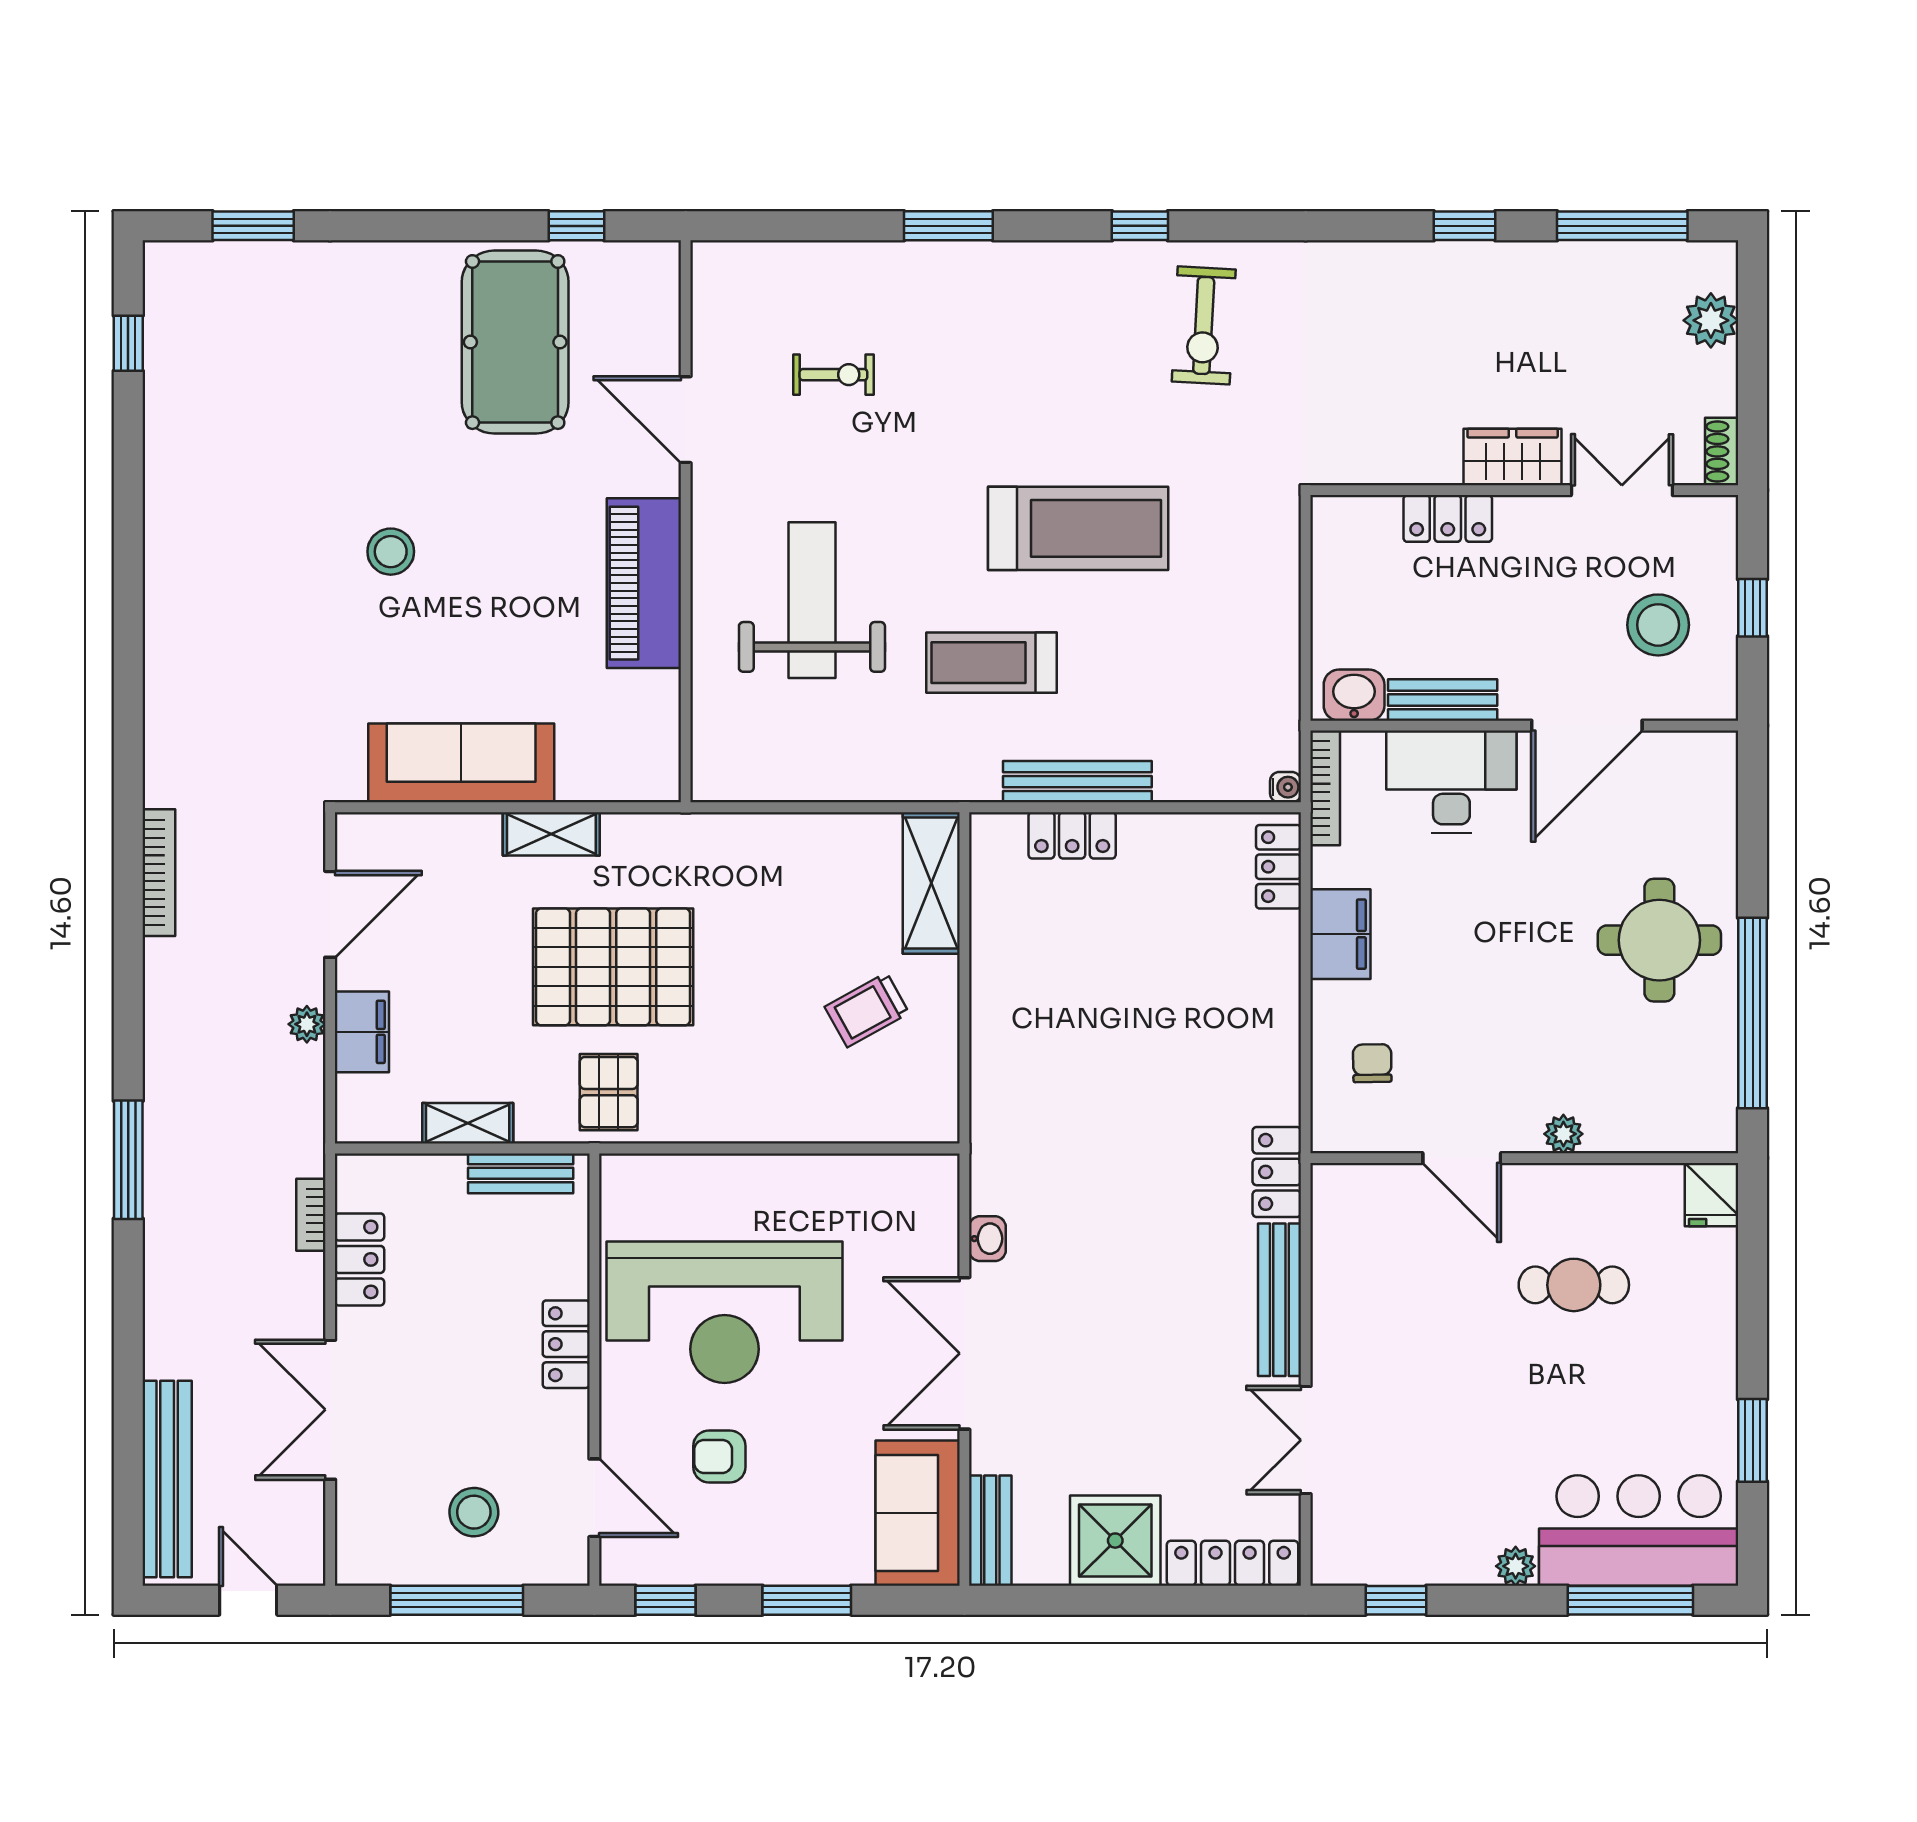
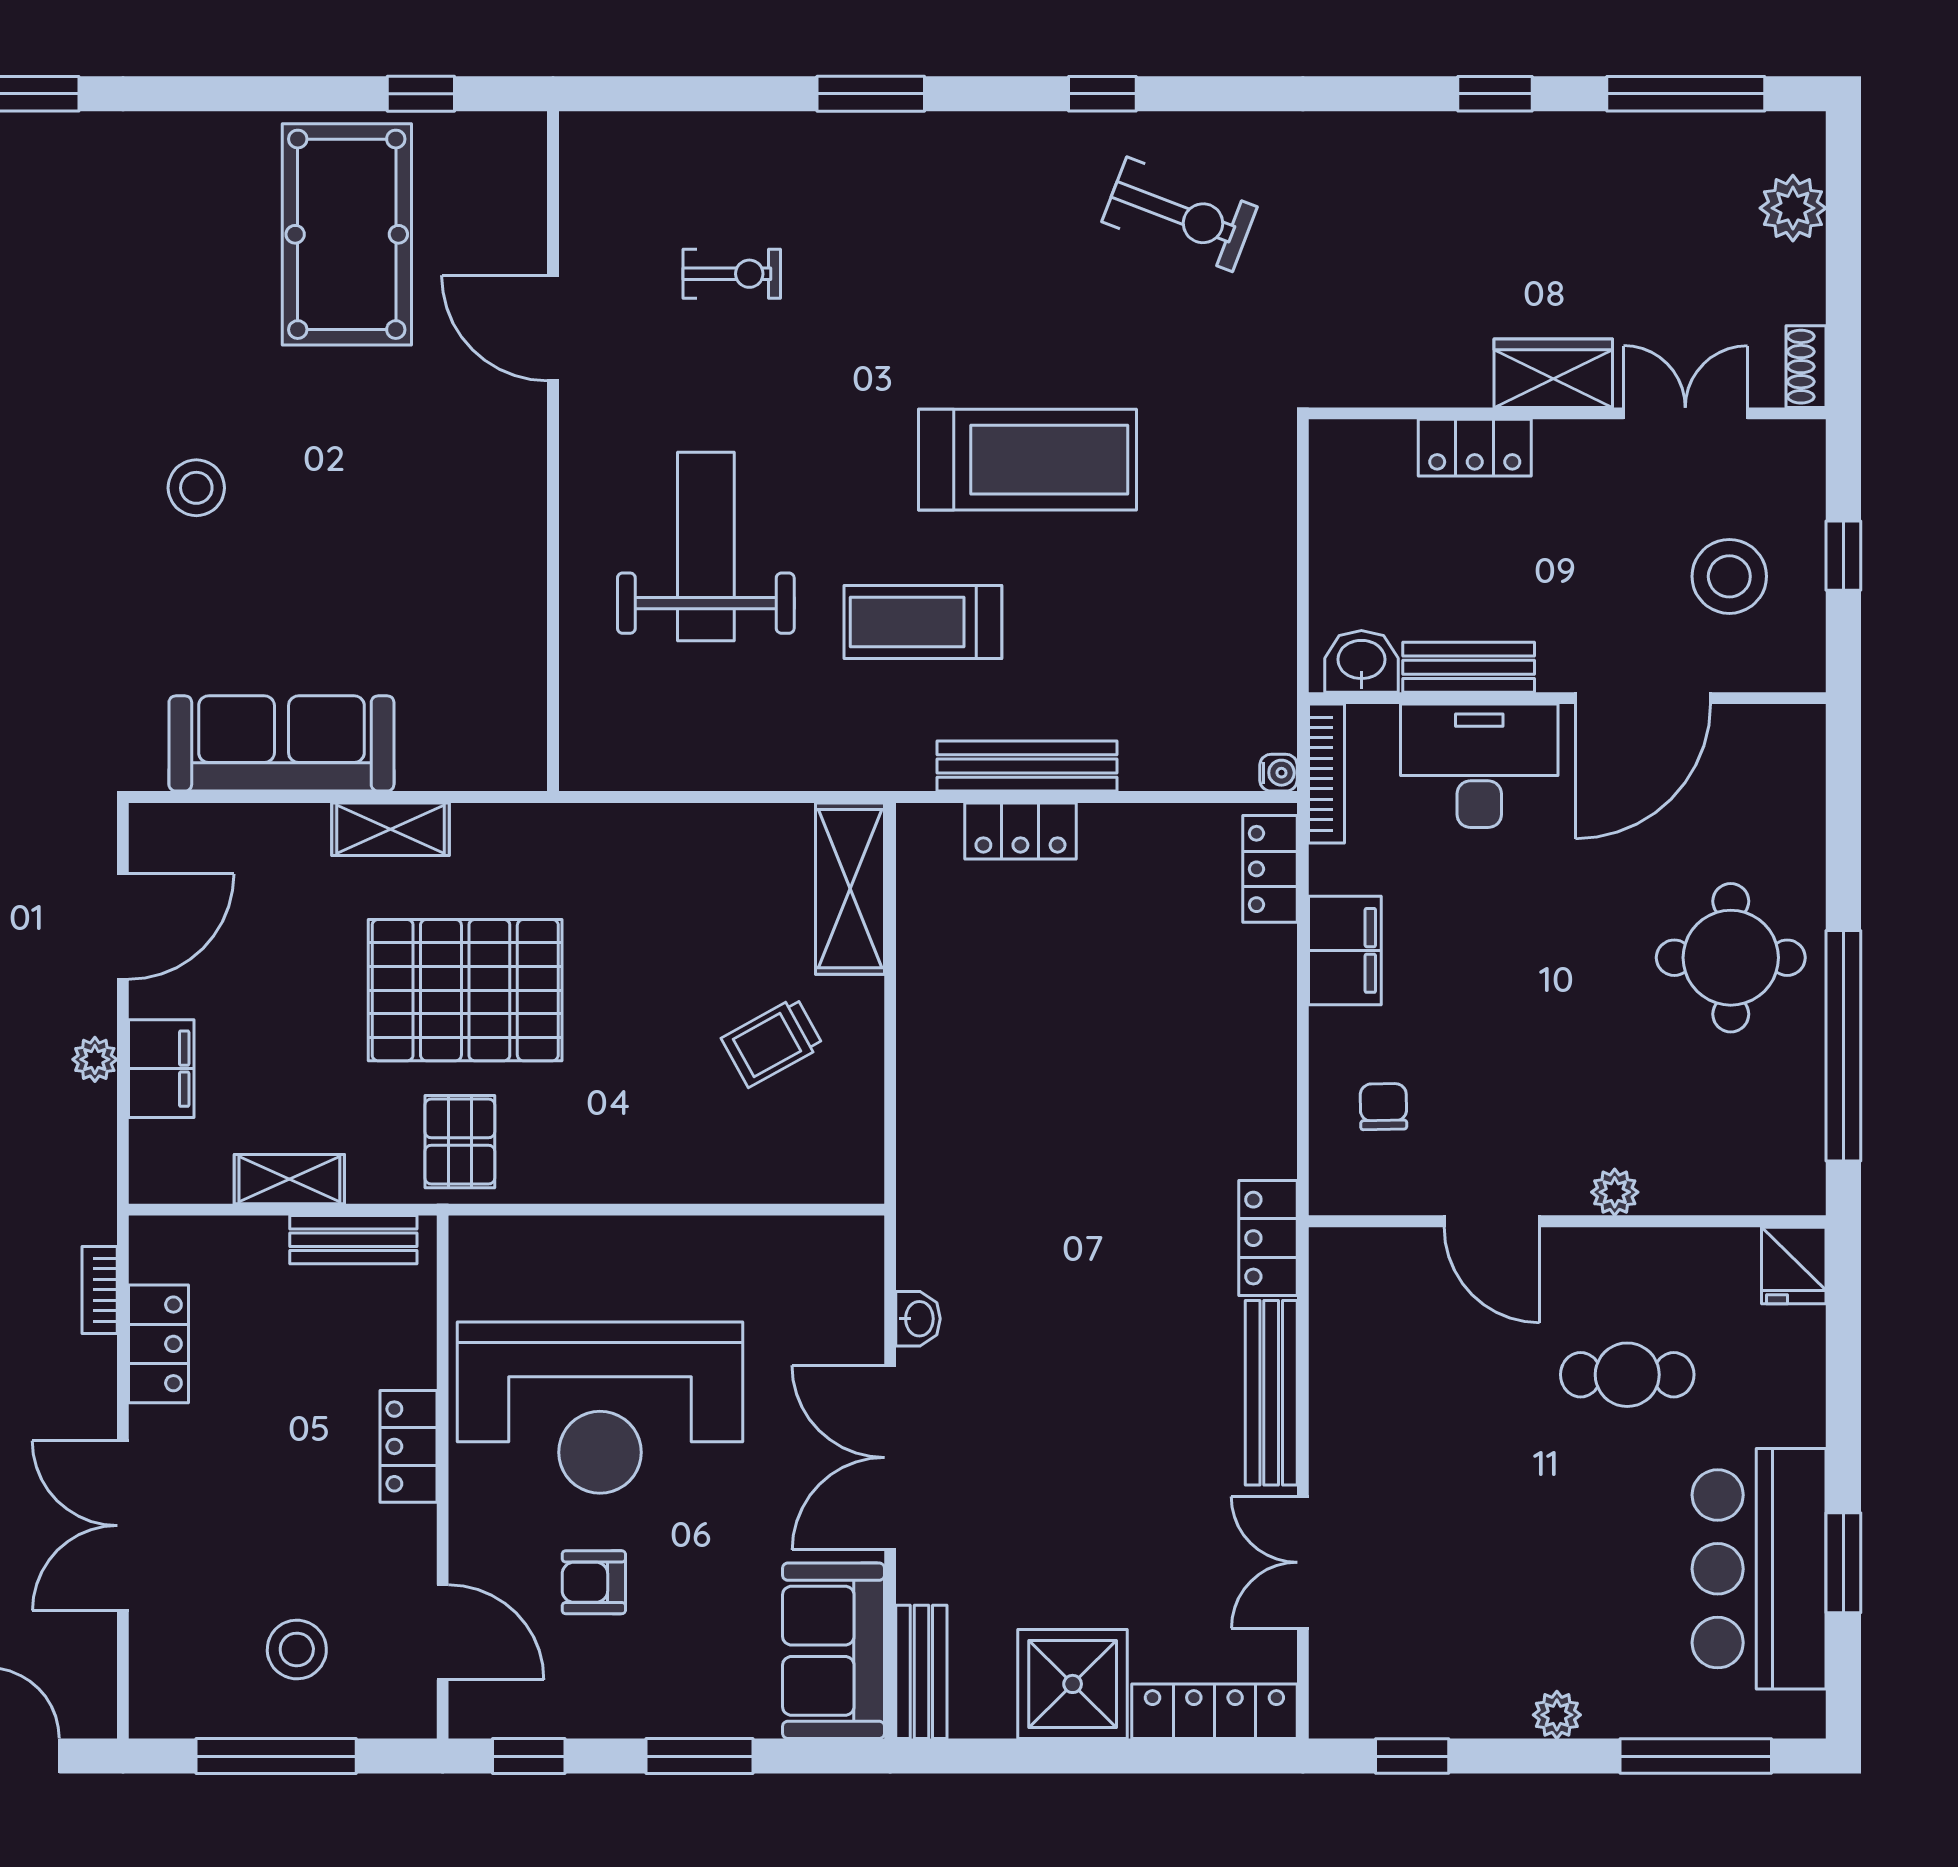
exercise bike: (1204, 325) -> (1180, 214), turned -72
piano: (644, 583) -> (503, 526), removed
bar counter: (1639, 1530) -> (1759, 1569), moved, turned -90

